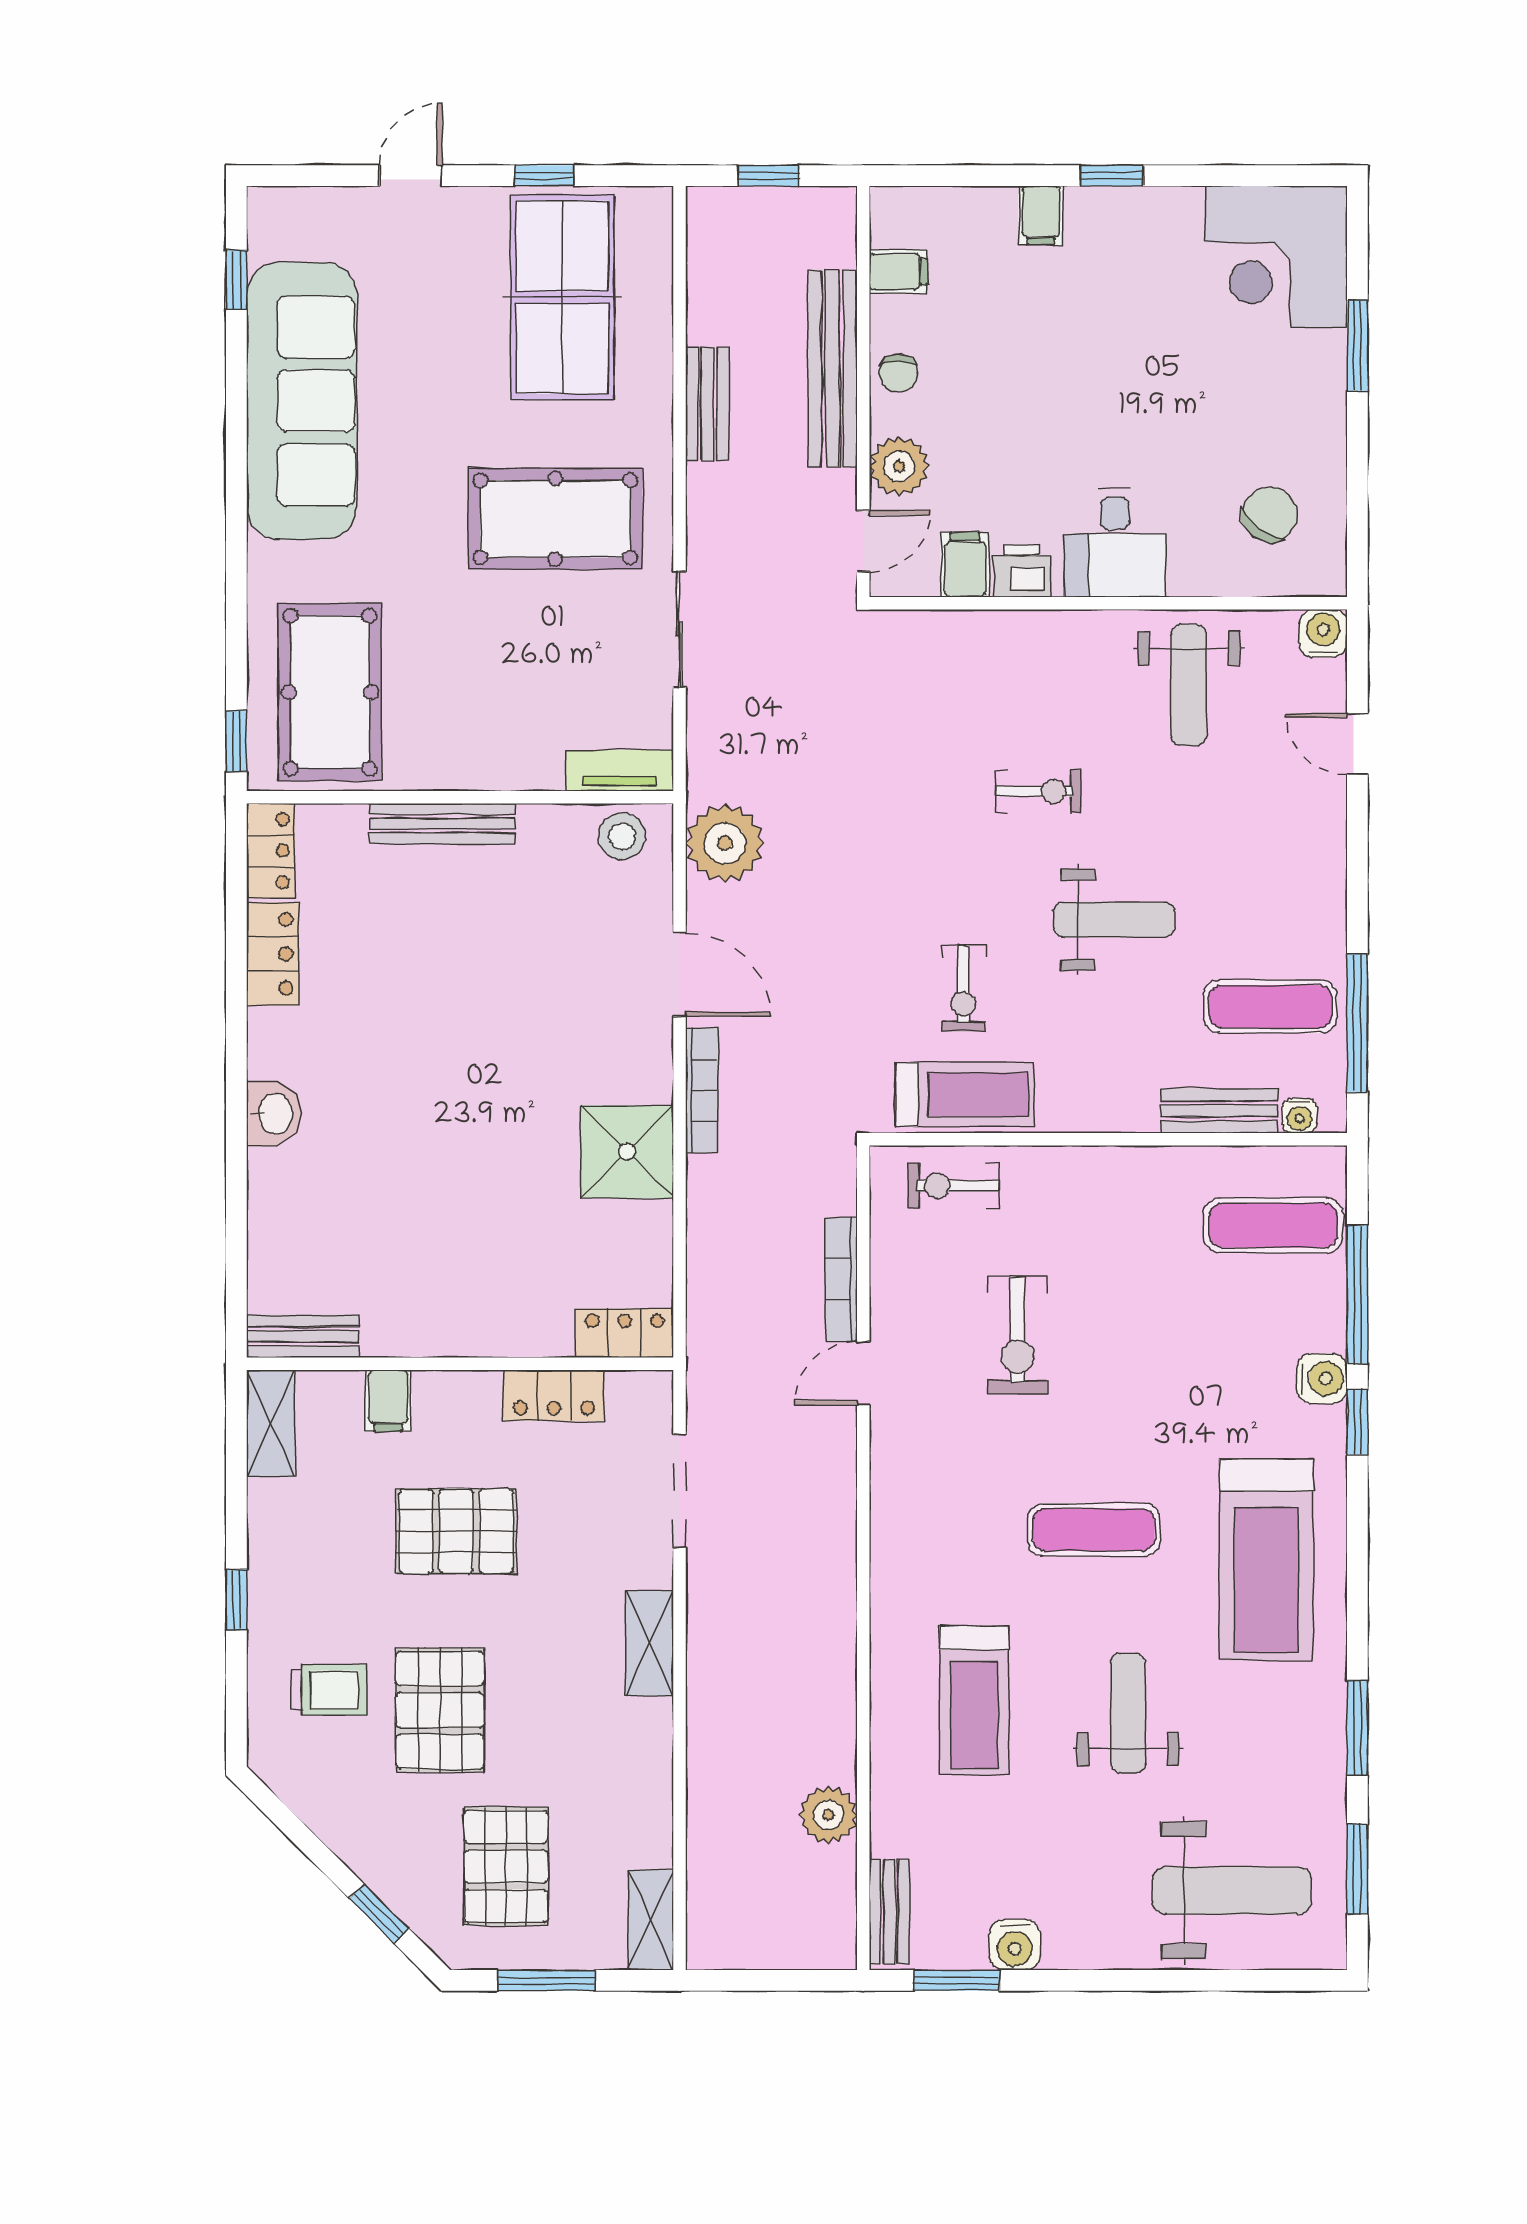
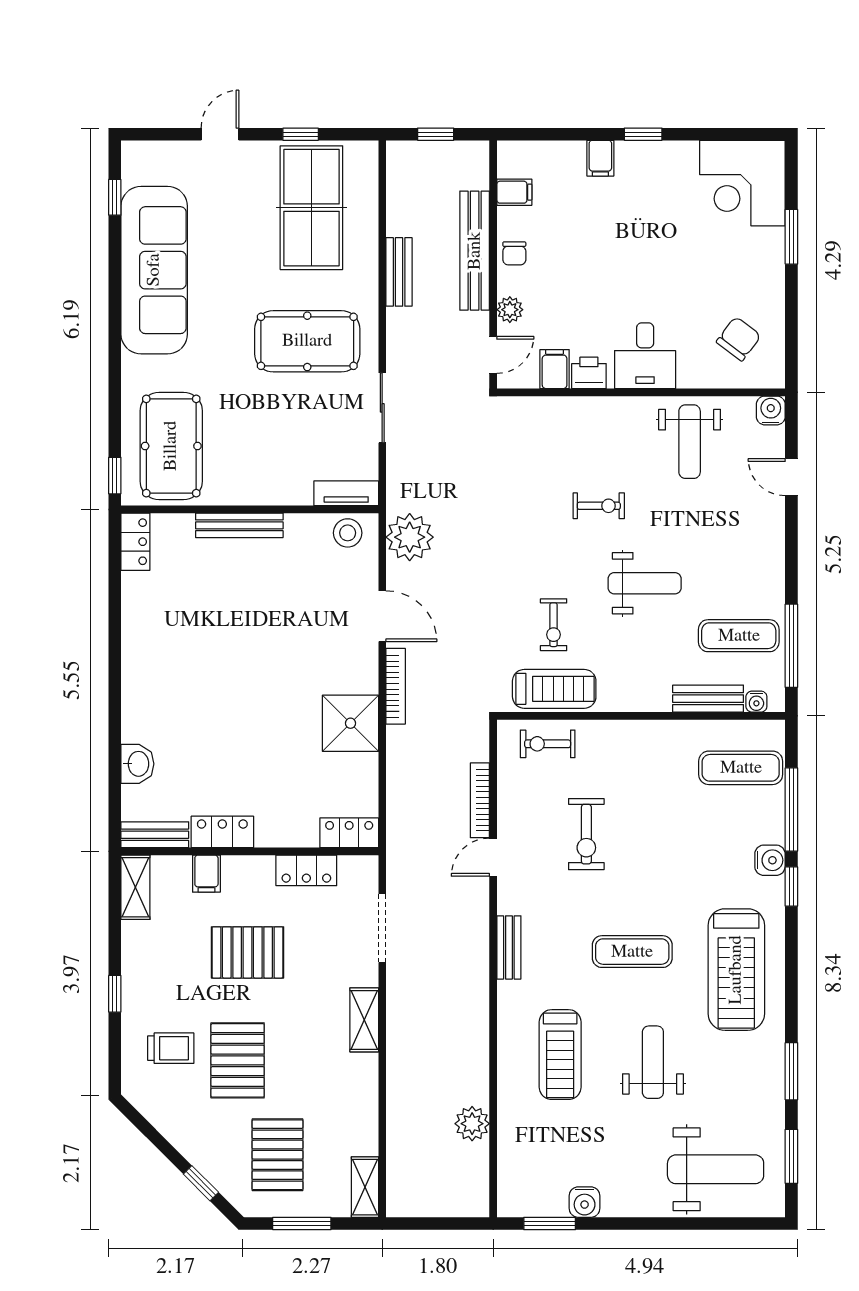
plant: (899, 466) -> (510, 310), width x0.73, depth x0.73
locker: (273, 954) -> (222, 832), moved, turned -90
washbasin: (274, 1114) -> (137, 764), moved
bench: (889, 1912) -> (509, 947), moved

